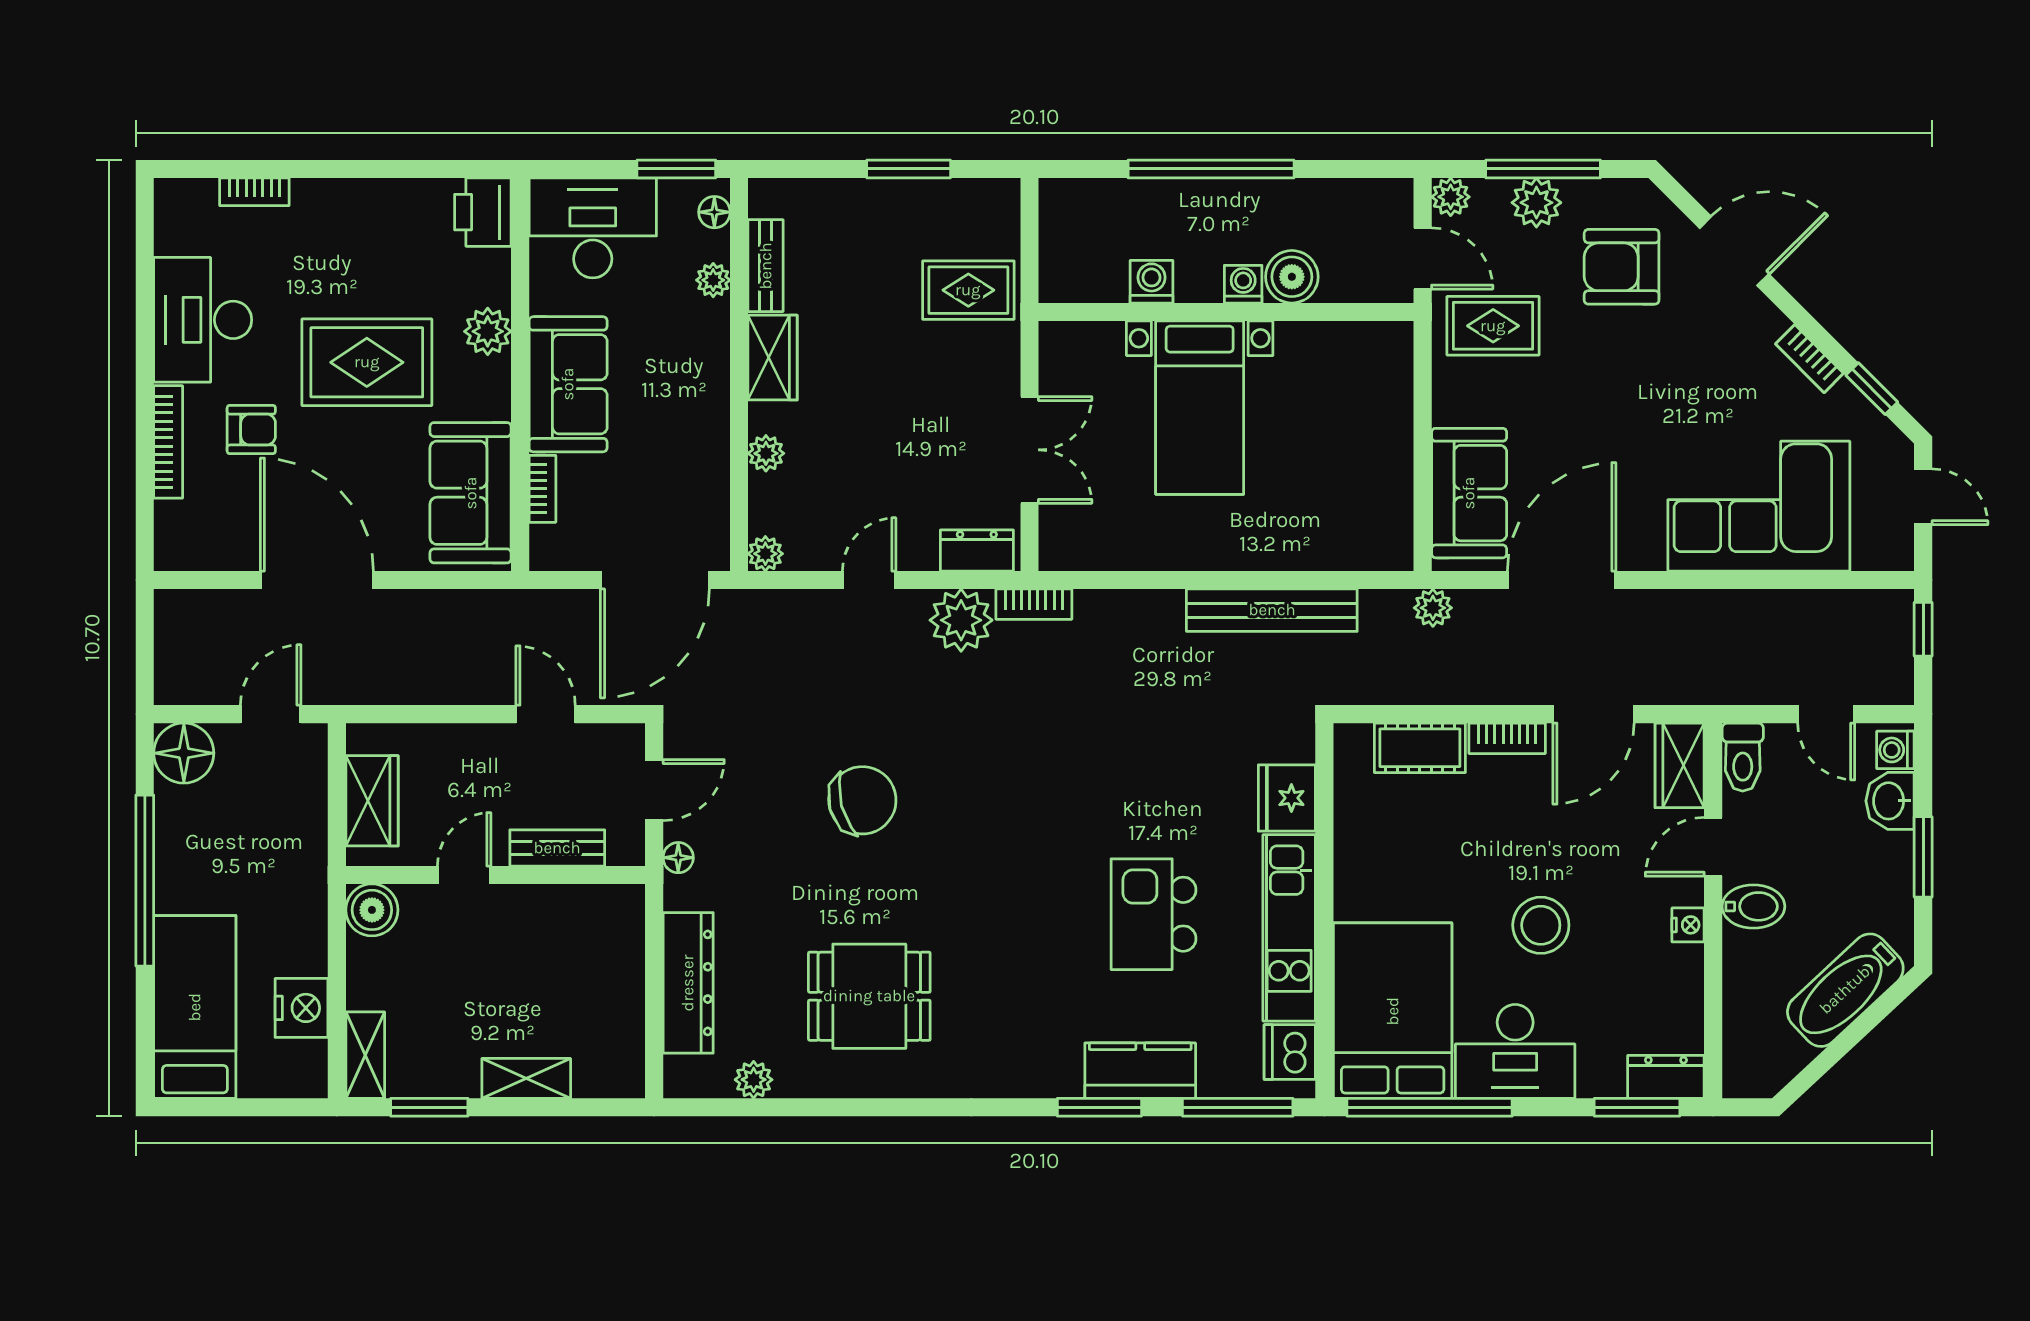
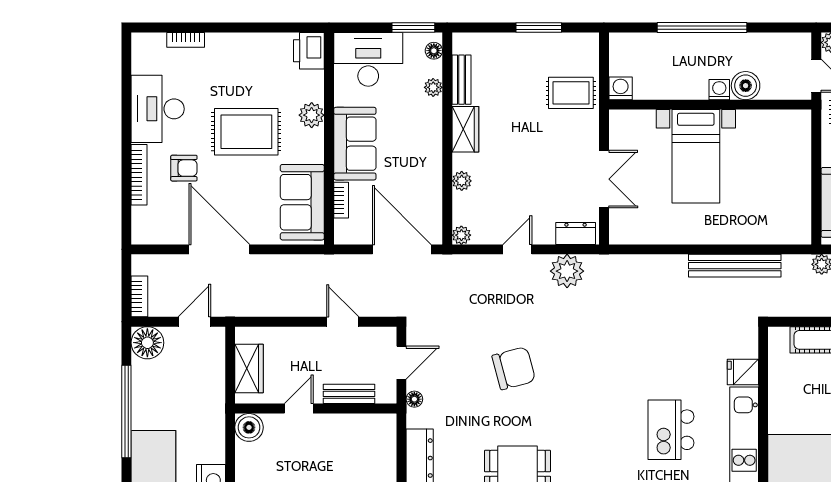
washing machine: (1152, 282) -> (621, 88), moved
door: (655, 580) -> (402, 249), swing flipped
bookcase: (1034, 604) -> (139, 296), moved, turned -90
fridge: (1287, 798) -> (743, 372), width x0.72

